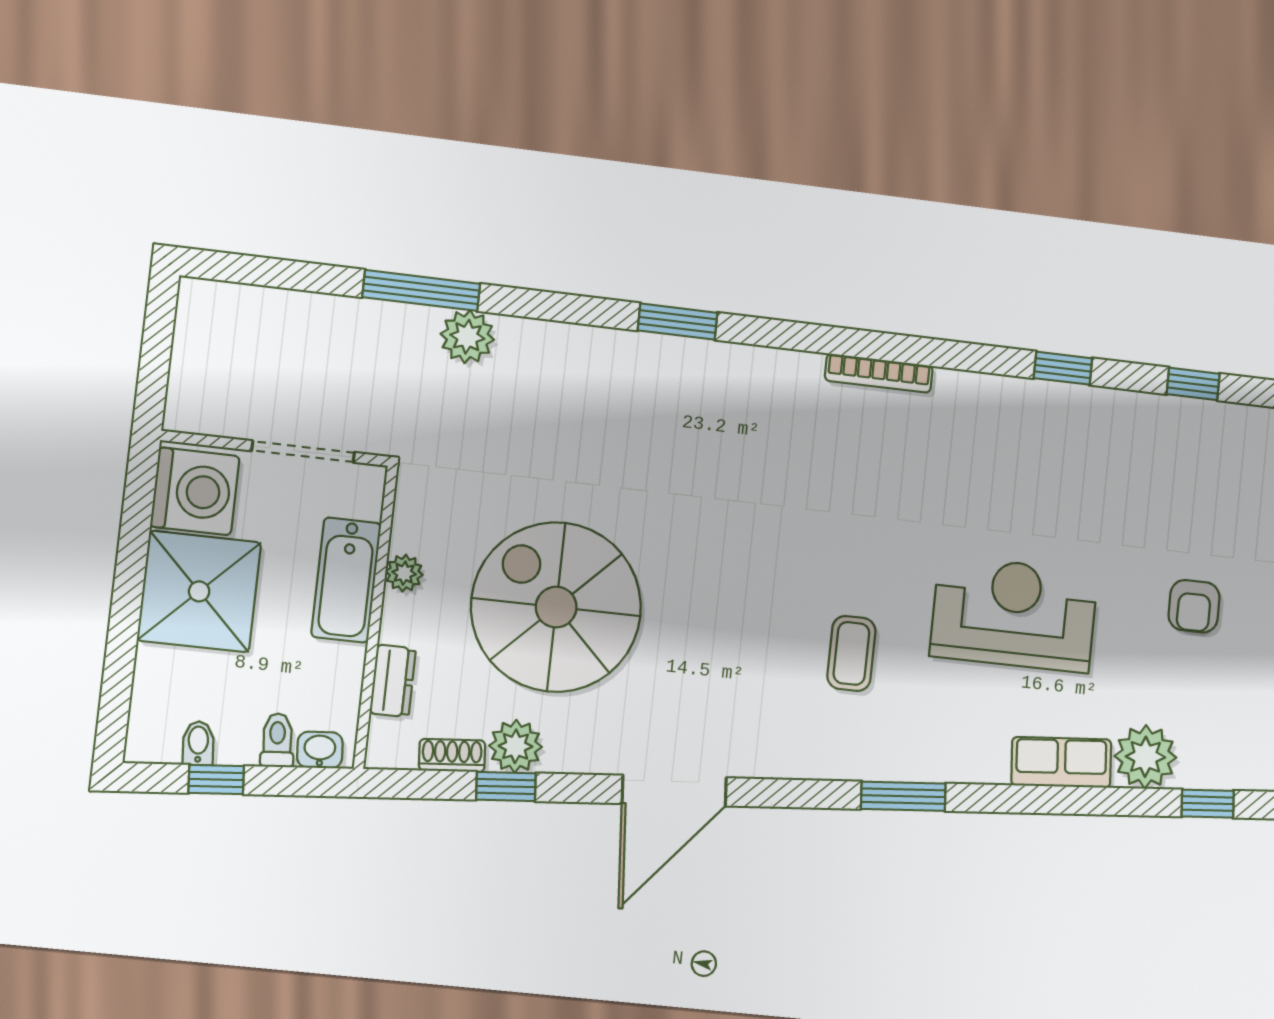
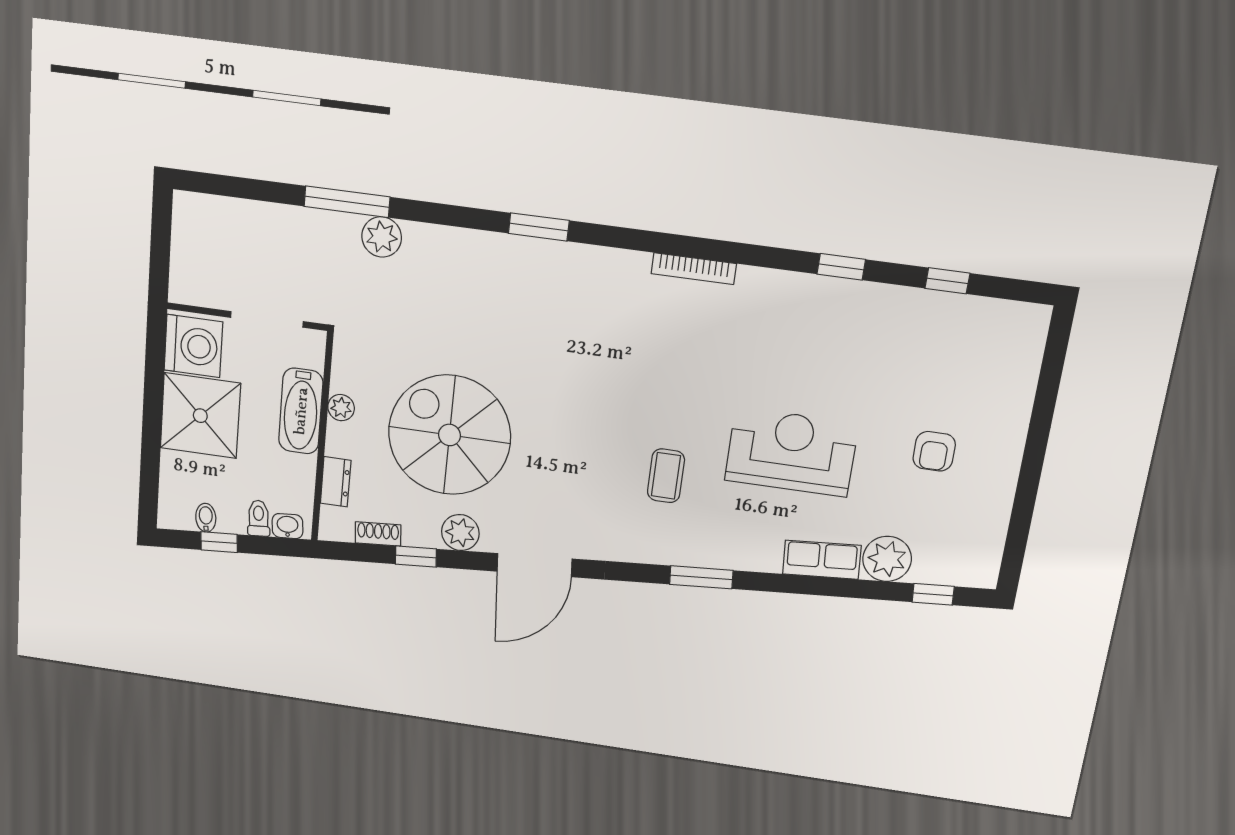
plant: (516, 746) -> (460, 533), moved

